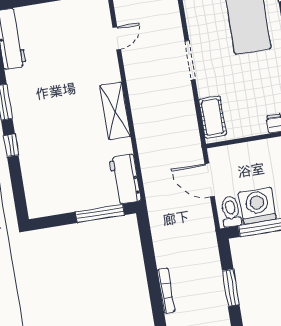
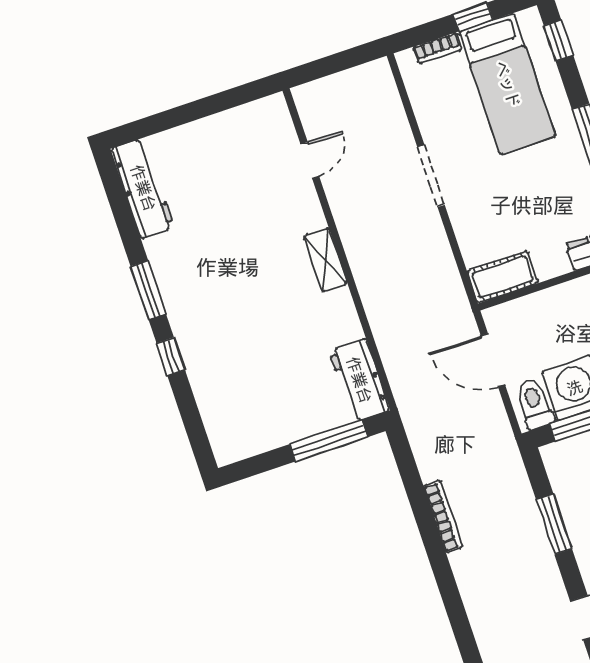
shelving: (115, 111) -> (325, 260), width x0.67, depth x0.75
cot: (213, 117) -> (503, 277), moved, turned 90
bookcase: (166, 291) -> (443, 516), moved

